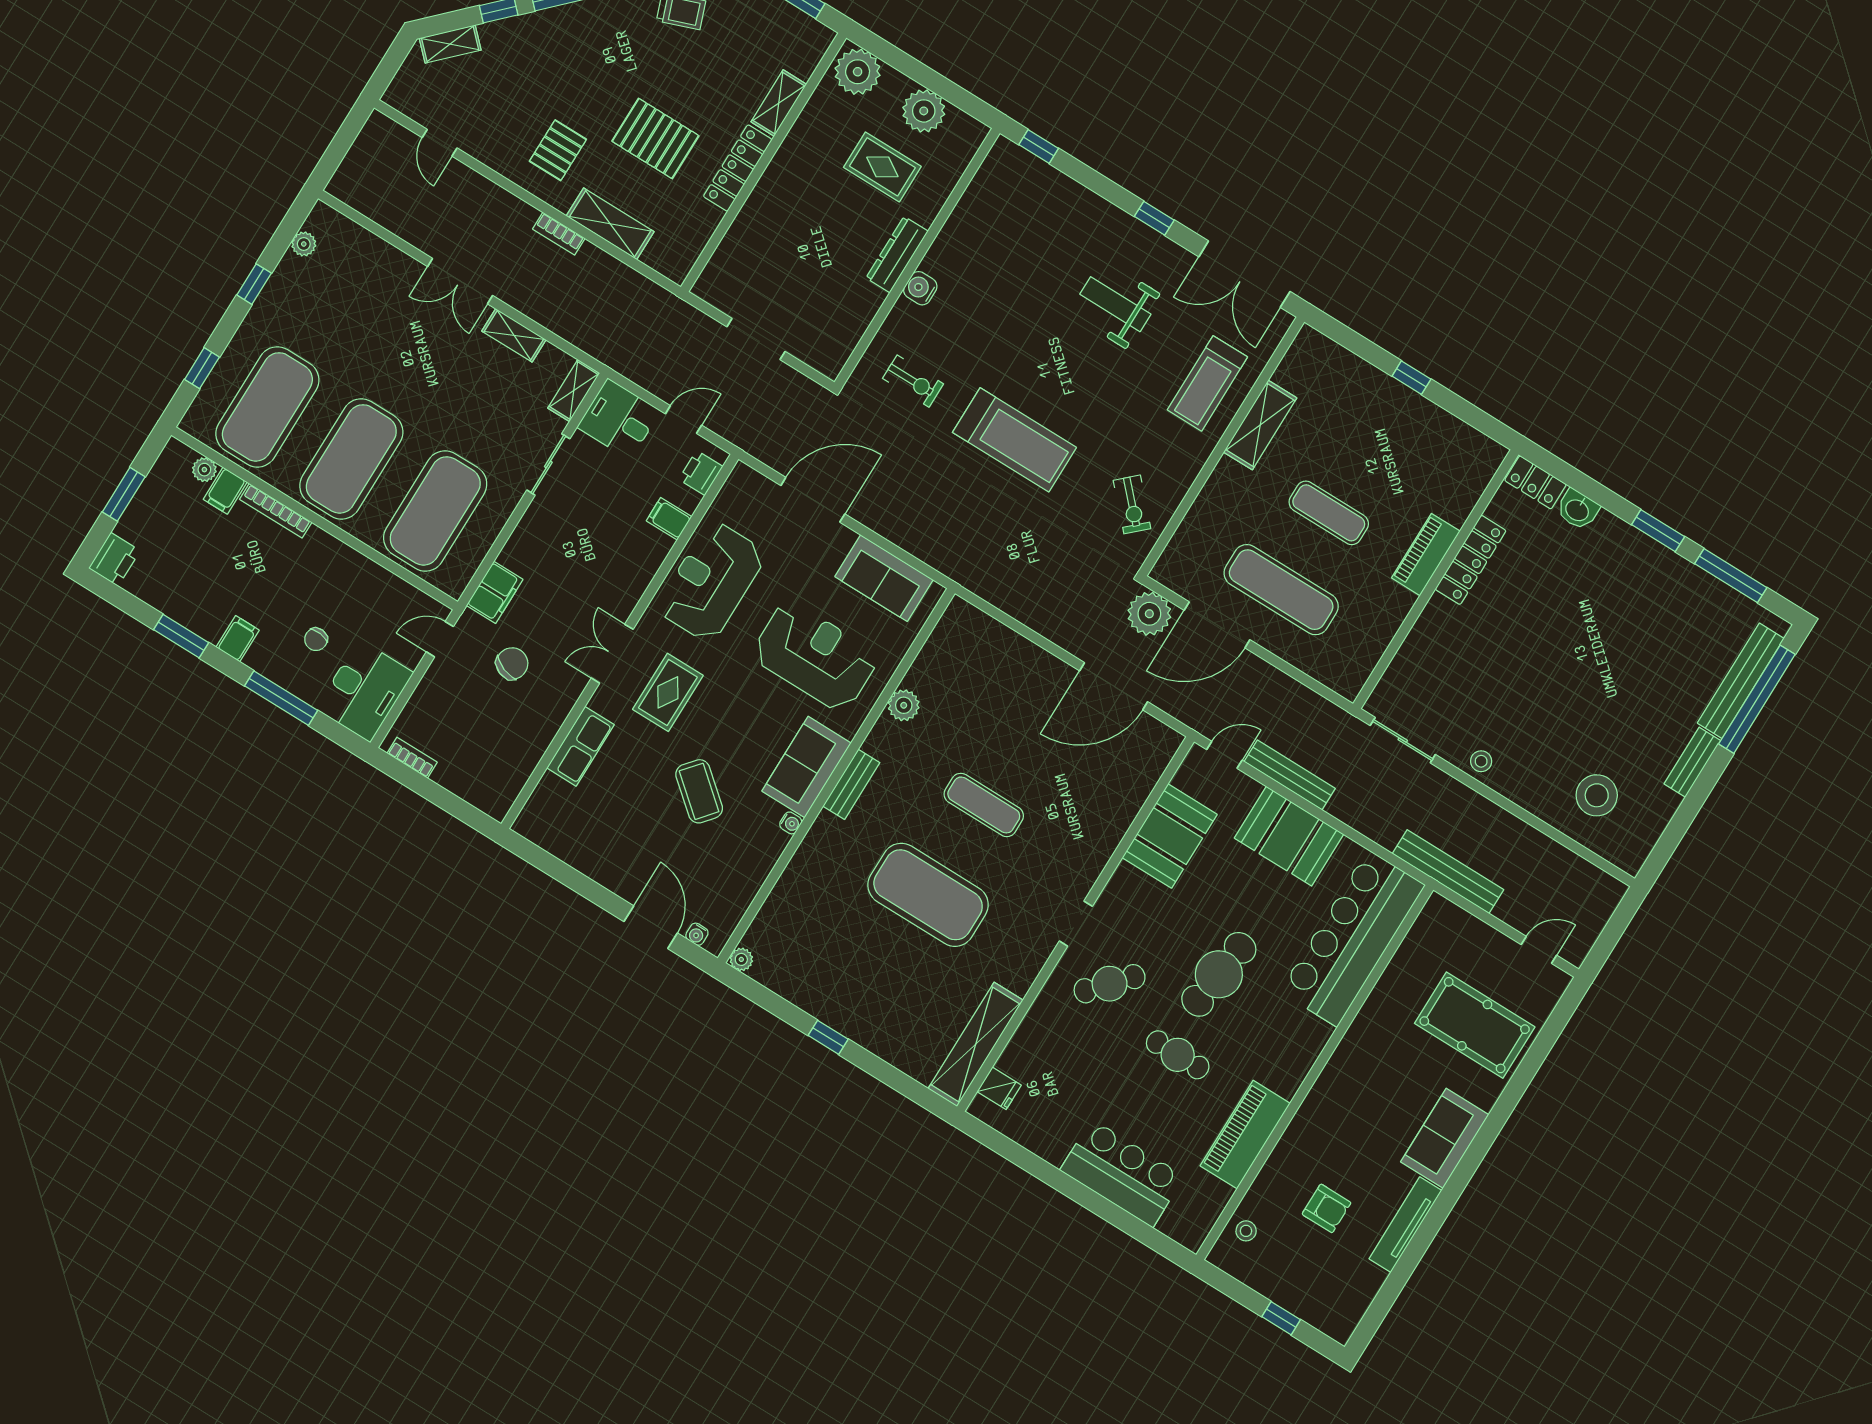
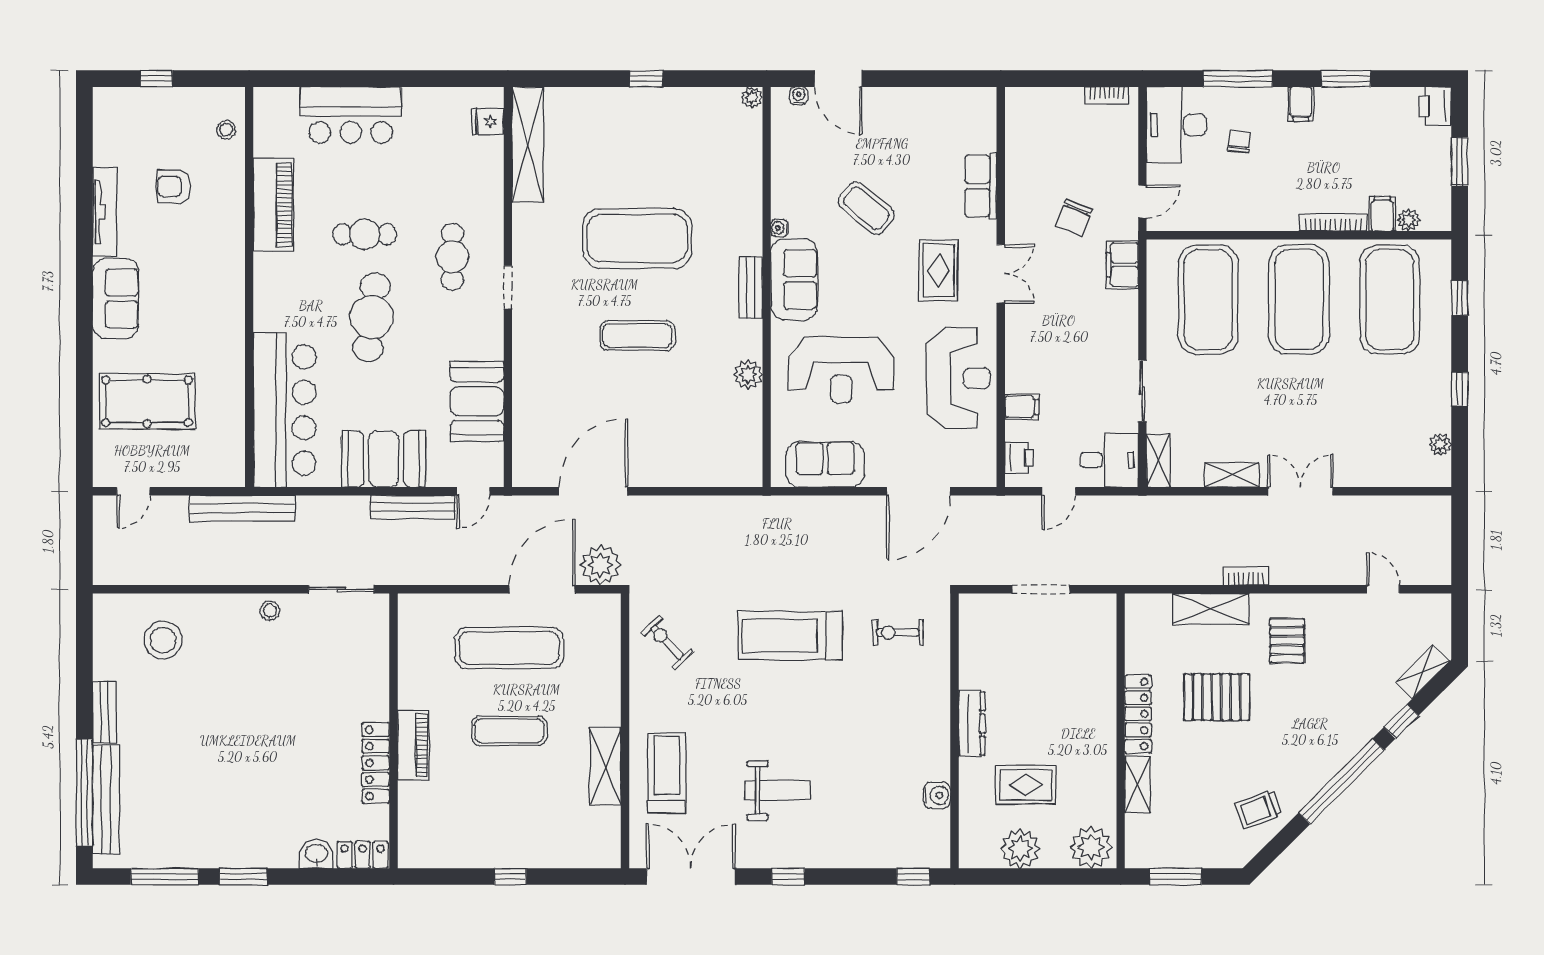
water cooler: (920, 288) -> (937, 795), moved
cafe table: (1110, 984) -> (452, 257), turned -42

